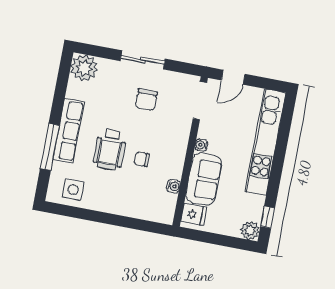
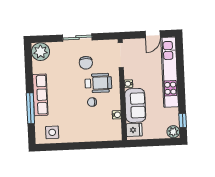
door: (233, 77) -> (153, 34), moved
wheelchair: (110, 149) -> (98, 83), moved, turned -90

